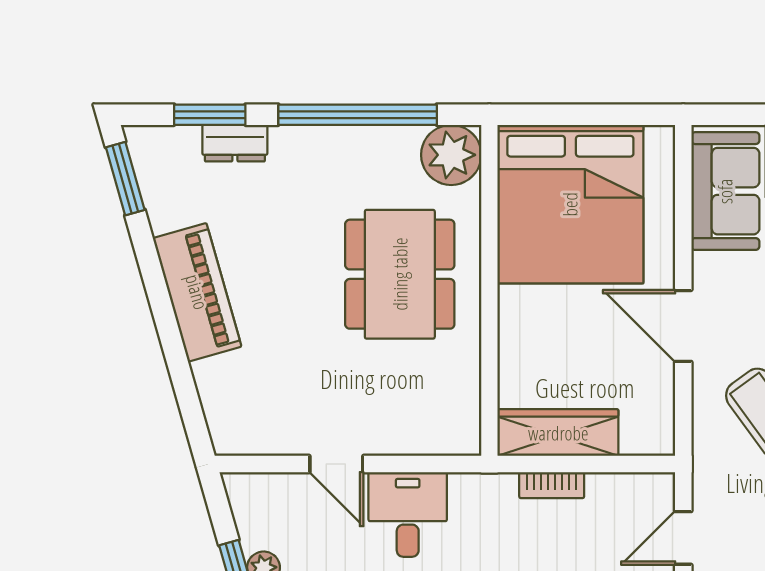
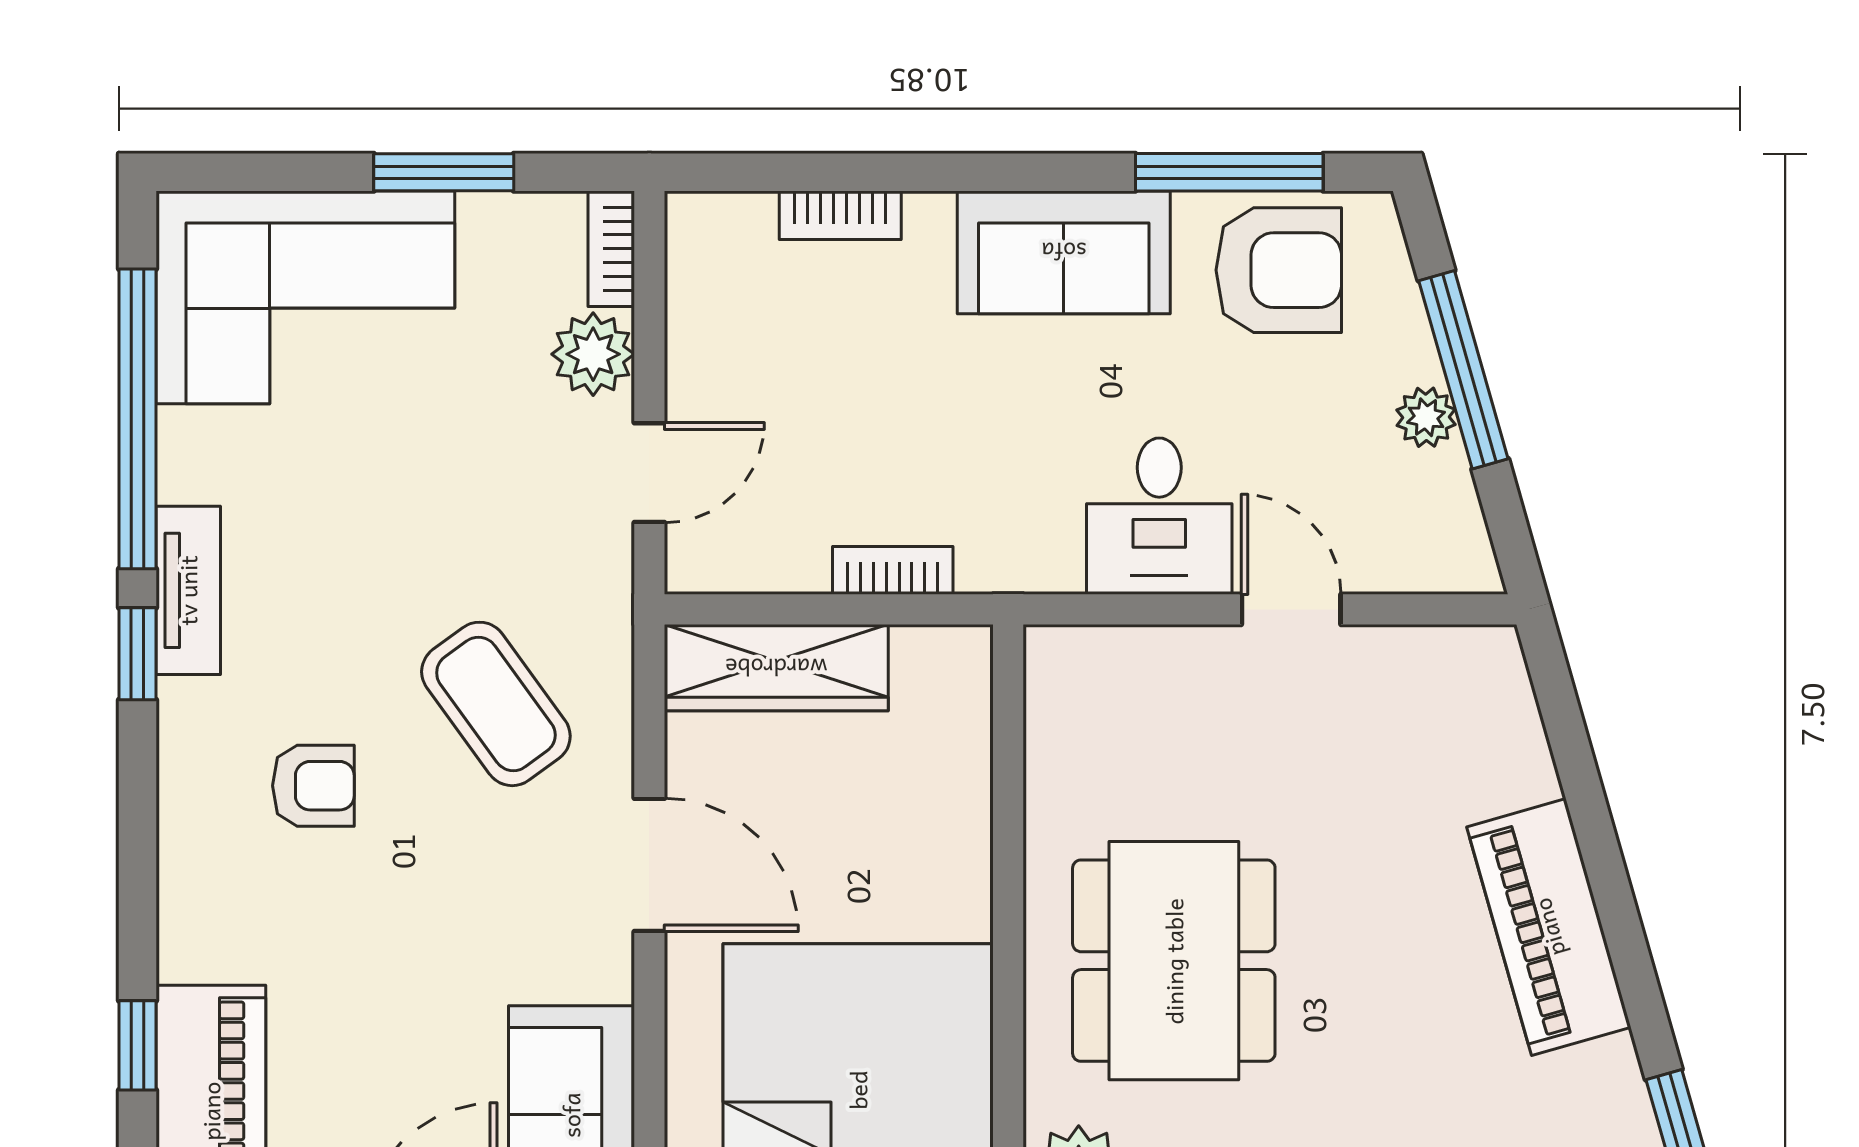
wardrobe: (558, 433) -> (776, 668), moved

